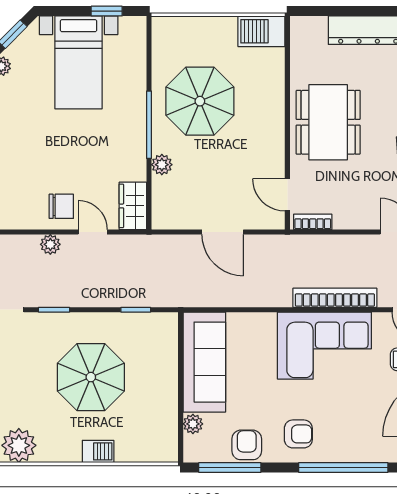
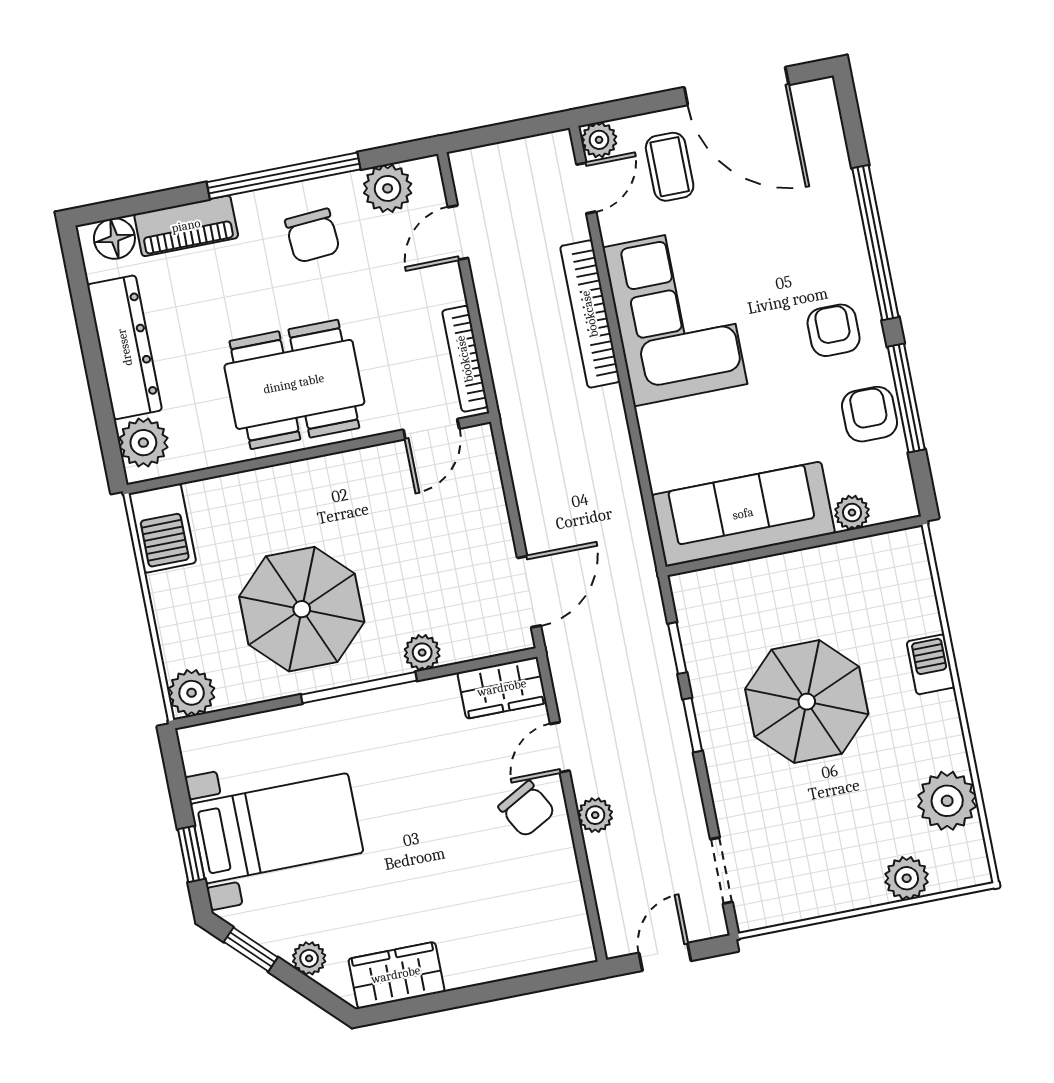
window: (107, 11) -> (191, 854), moved
plant: (165, 29) -> (192, 693), added
plant: (312, 30) -> (143, 443), added
chair: (61, 206) -> (527, 809), turned 151
bookcase: (313, 222) -> (465, 359), width x1.56
door: (223, 232) -> (529, 592), moved
window: (54, 310) -> (693, 725), moved
armchair: (247, 445) -> (870, 414), turned 90
window: (230, 467) -> (906, 398), moved

